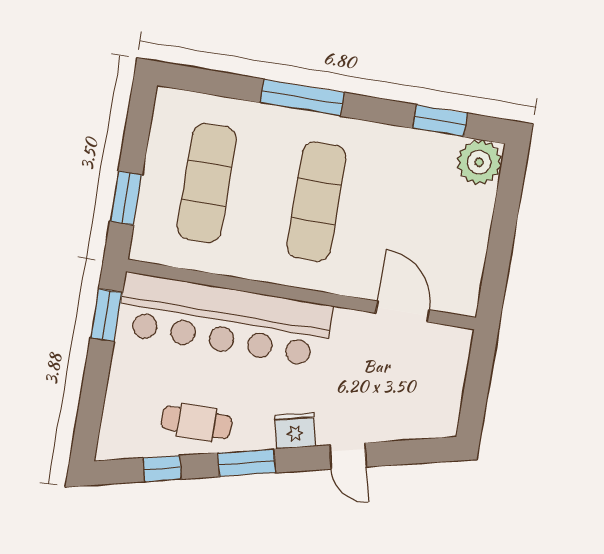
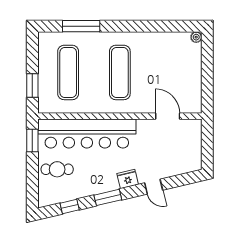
window: (302, 98) -> (81, 26), moved
window: (440, 121) -> (170, 26), removed
plant: (479, 162) -> (196, 37), width x0.53, depth x0.53
cafe table: (197, 422) -> (57, 169), moved

